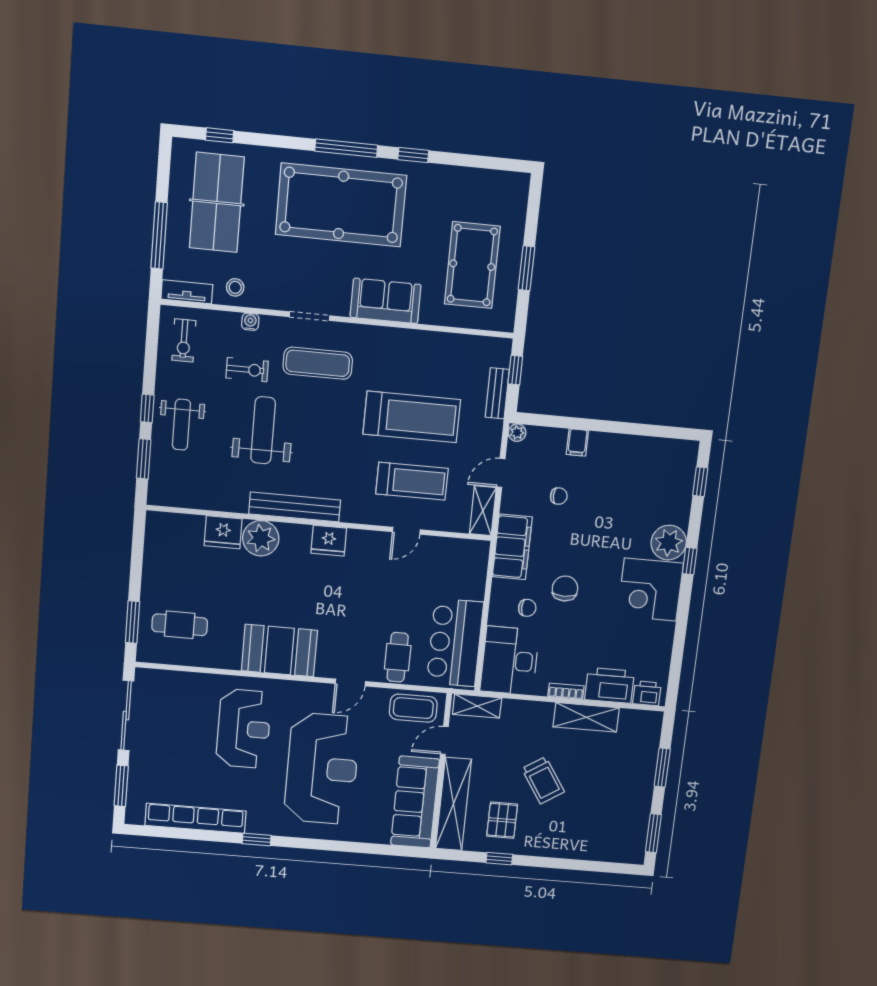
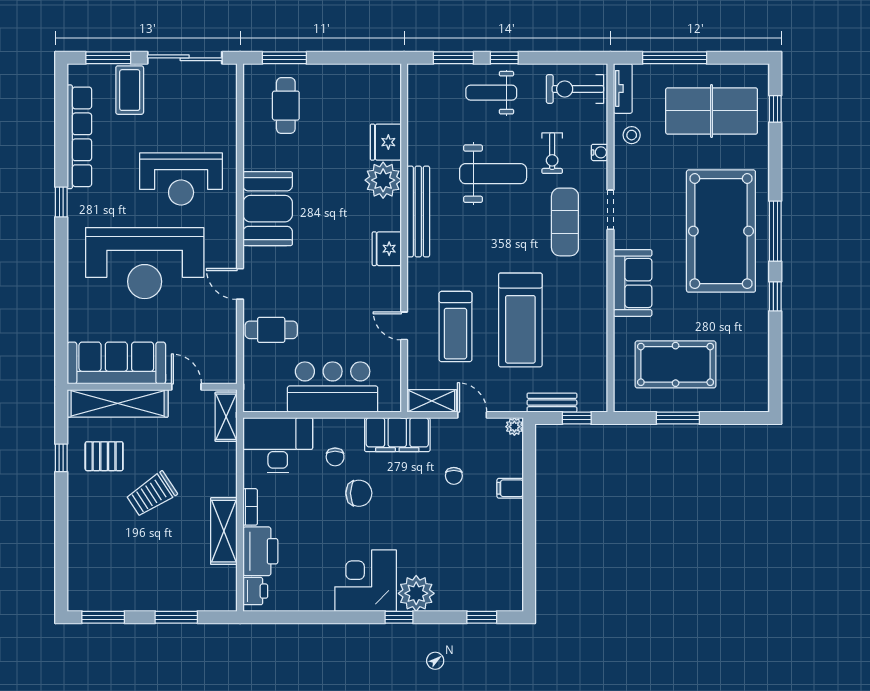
exercise bike: (184, 340) -> (575, 89), width x1.38, depth x1.39
bar counter: (455, 643) -> (333, 387), moved
coffee table: (413, 708) -> (130, 90), moved

